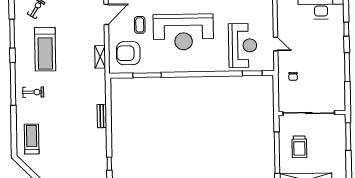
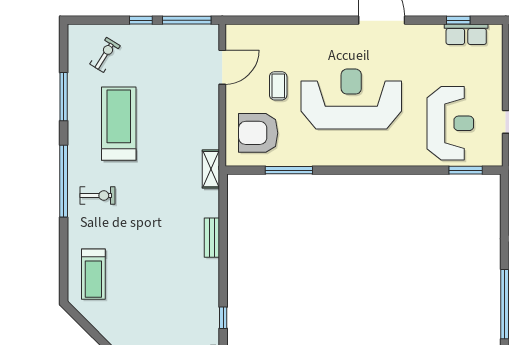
reception desk: (183, 32) -> (351, 99), turned 180
treadmill: (45, 49) -> (119, 124), turned 180
shelving: (100, 57) -> (211, 169), moved
treadmill: (32, 139) -> (93, 274), turned 180

